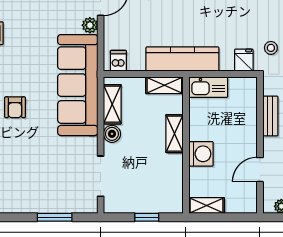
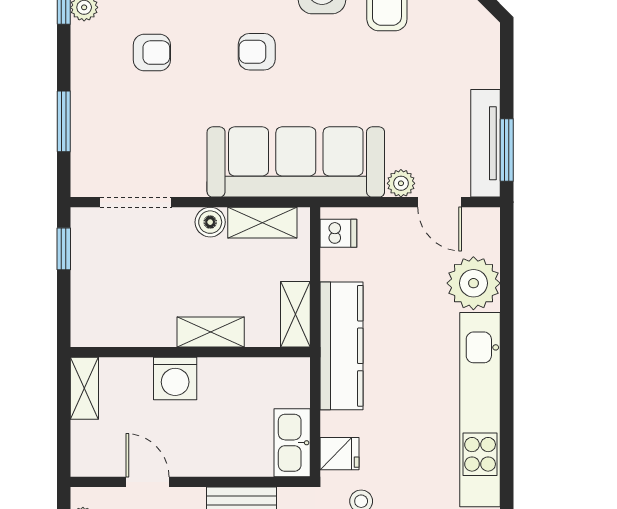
kitchen sink: (208, 87) -> (292, 443), moved
armchair: (15, 167) -> (152, 53), added
window: (147, 217) -> (64, 249), moved

